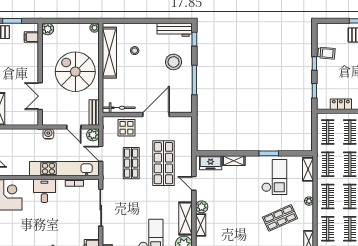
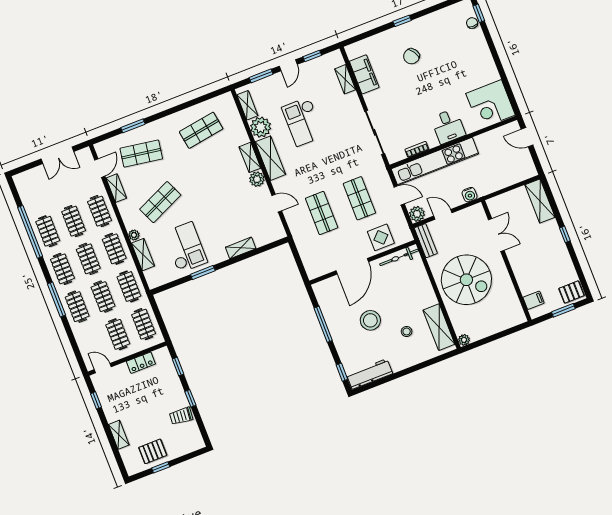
plant: (48, 29) -> (518, 317), removed
shelving: (109, 53) -> (439, 327), width x0.68
stool: (174, 62) -> (370, 320), moved
shop shelf: (163, 163) -> (322, 213), width x0.70, depth x0.74
freezer: (211, 163) -> (267, 235), removed
shelving: (308, 169) -> (143, 255), moved
checkout: (274, 177) -> (185, 247), turned 180

